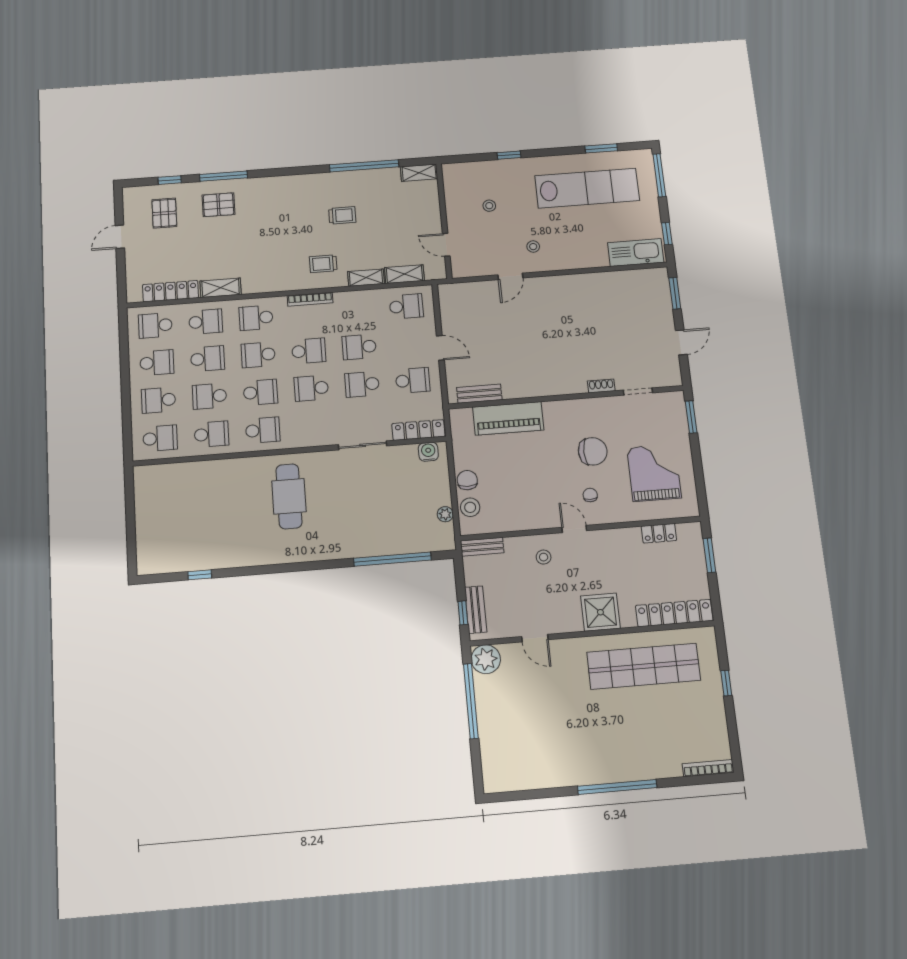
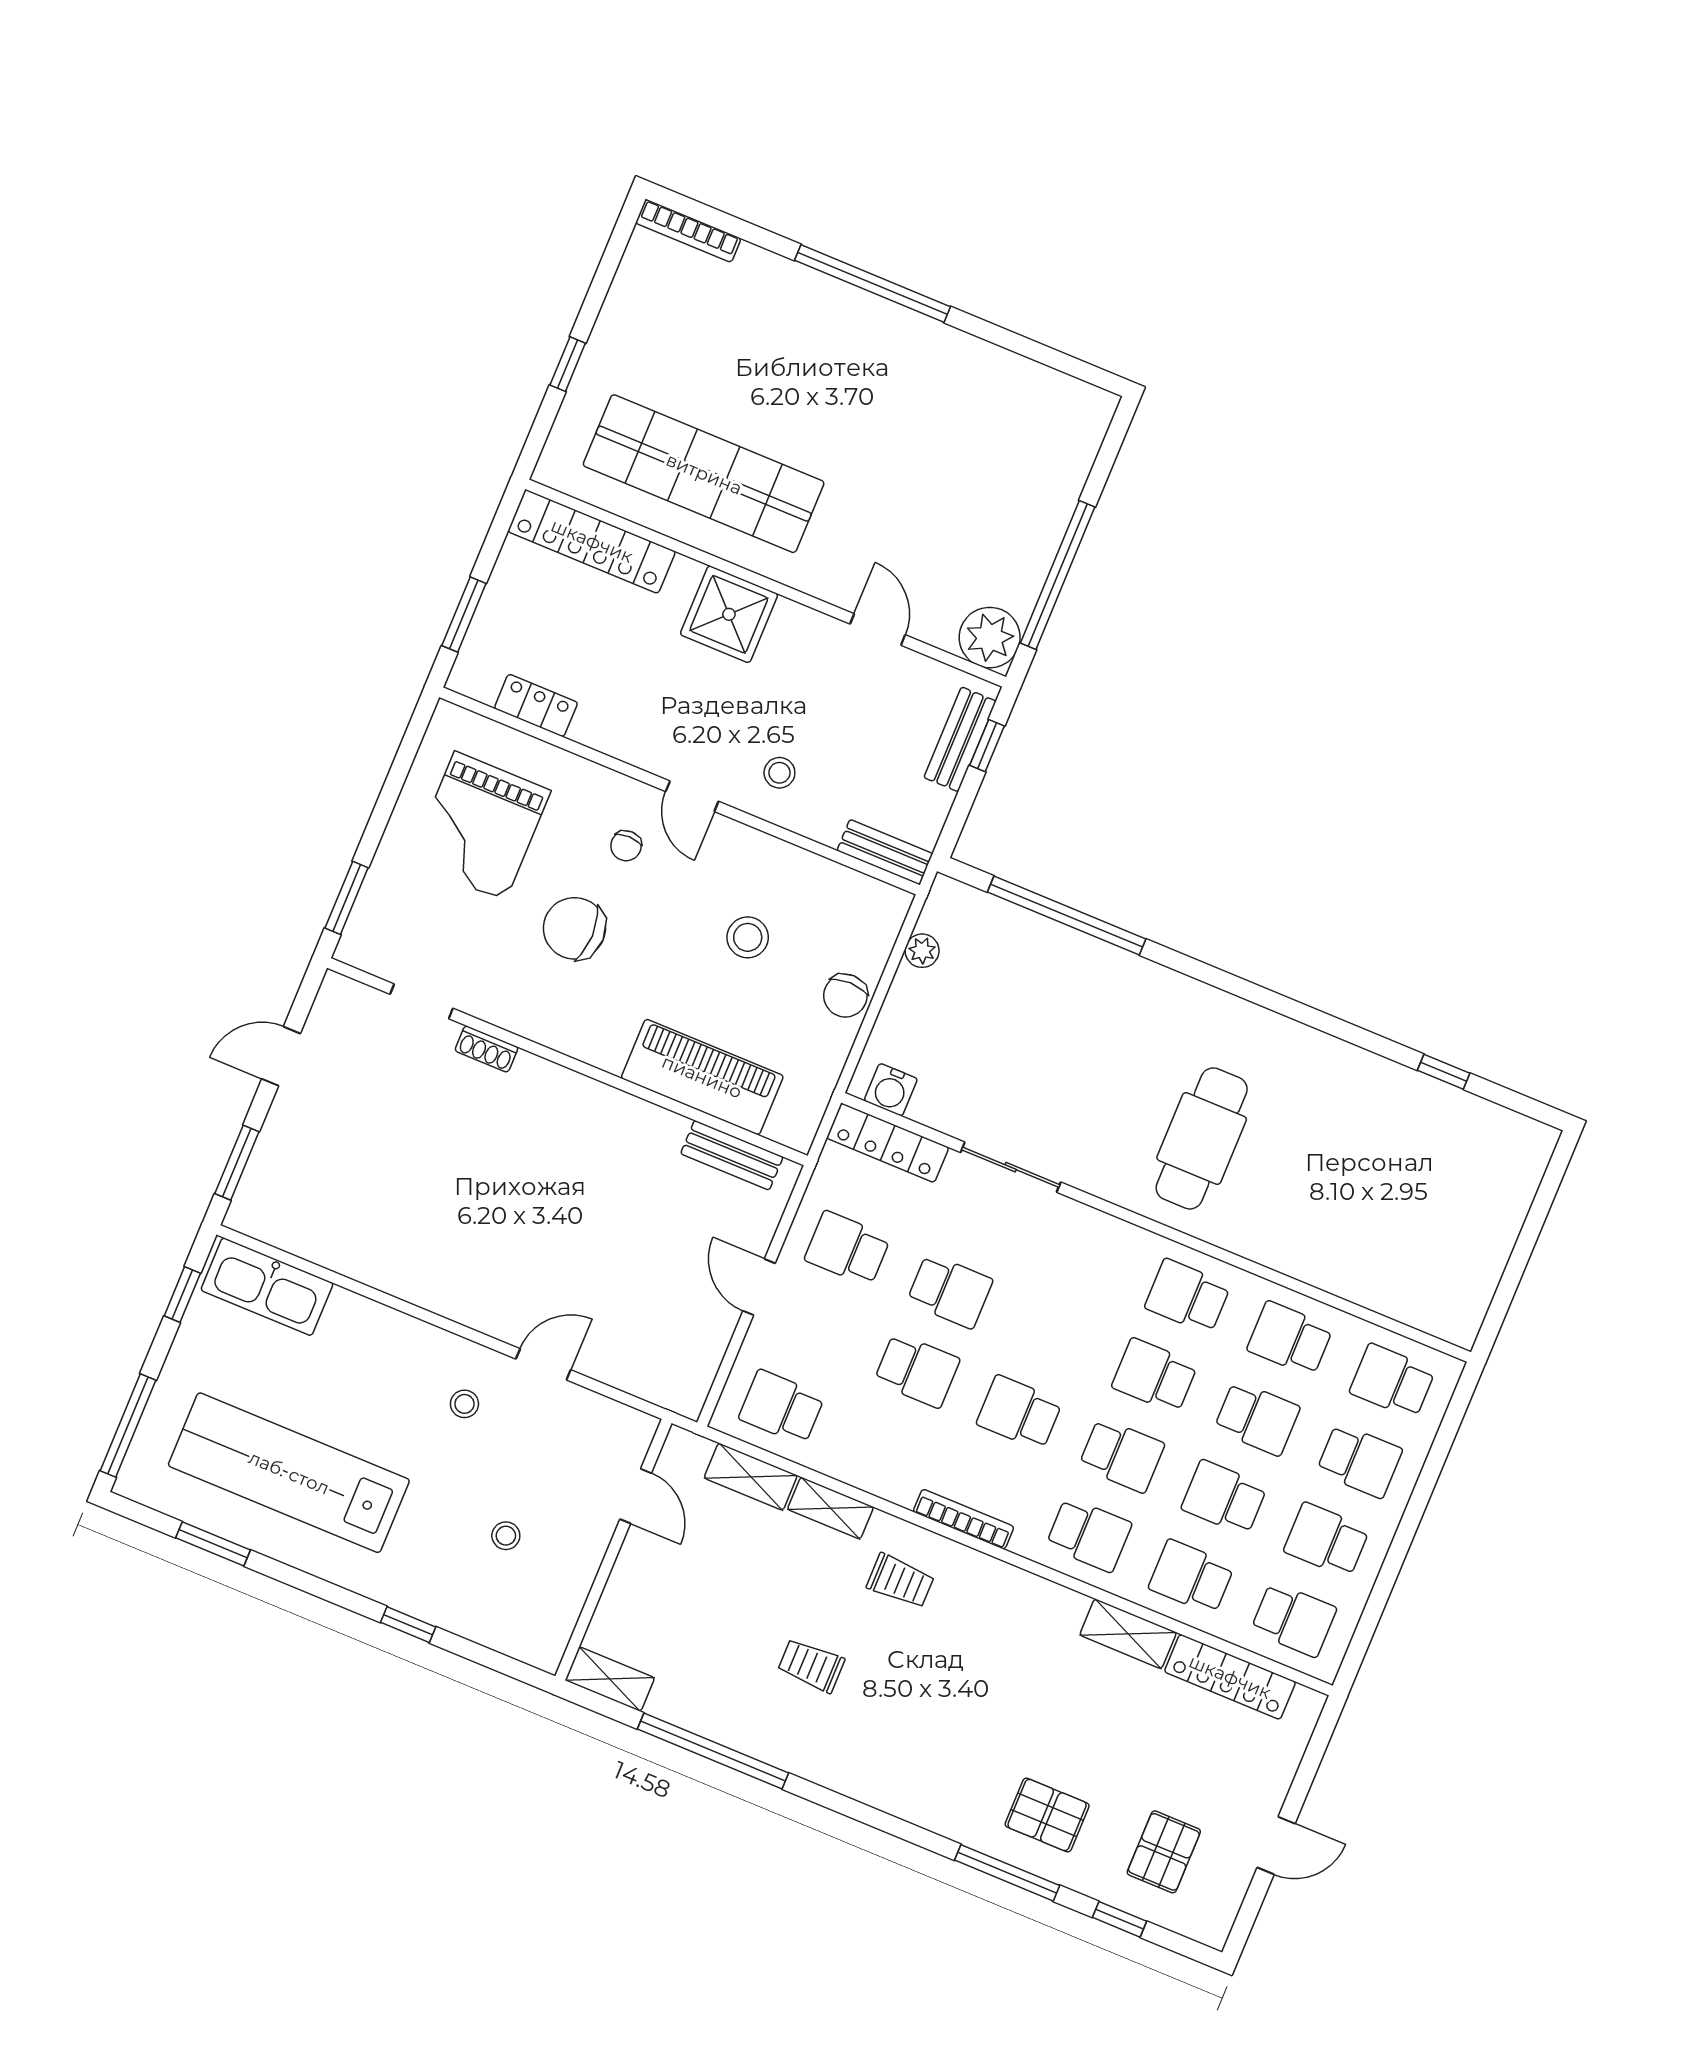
school desk: (311, 388) -> (1052, 1333), removed
stool: (470, 507) -> (748, 937), moved

